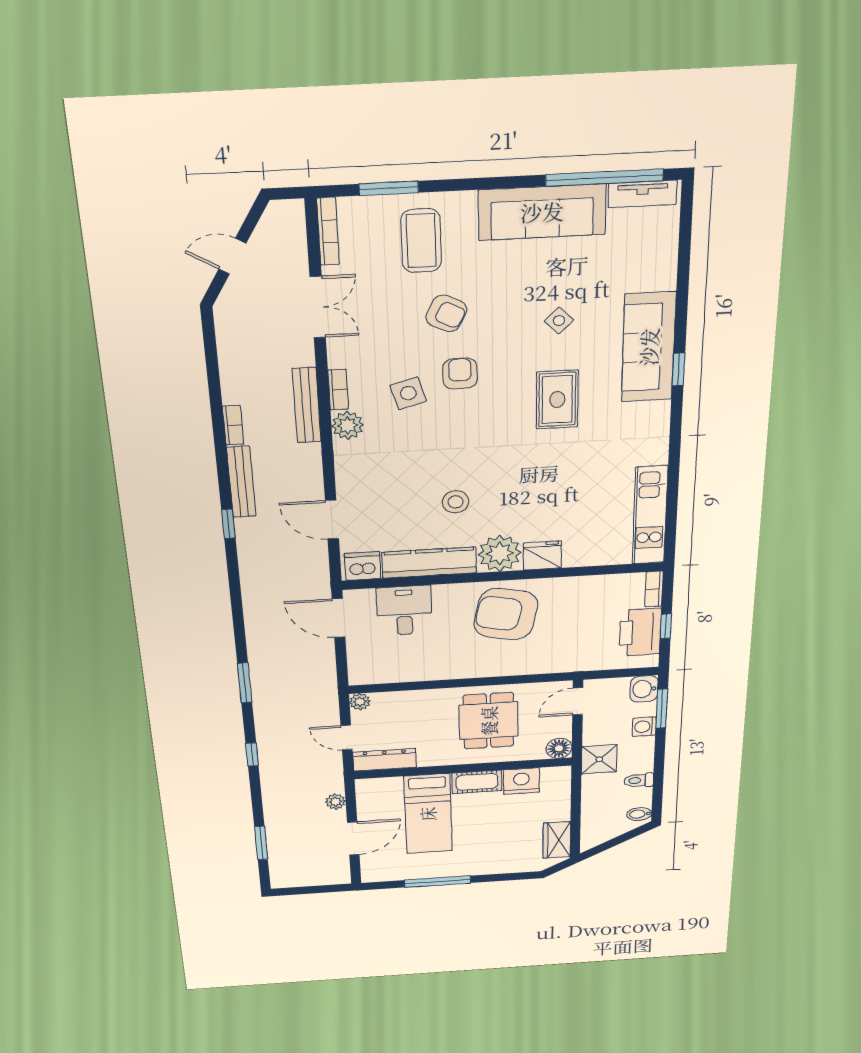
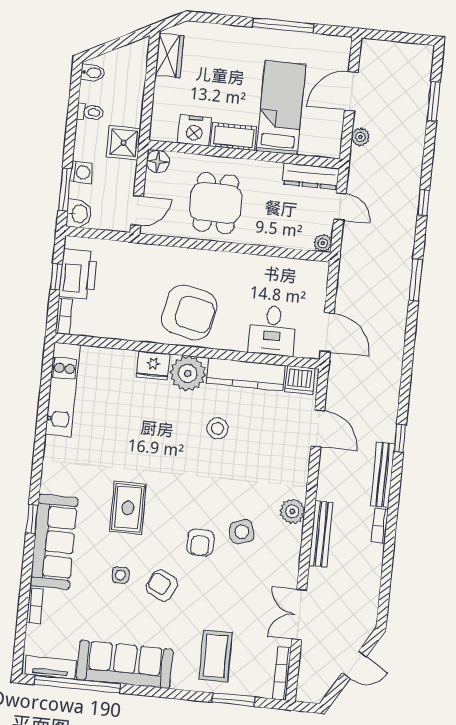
armchair: (446, 313) -> (162, 586), moved
side table: (559, 321) -> (120, 575), turned 45
bookcase: (338, 390) -> (35, 606), moved, turned 180

